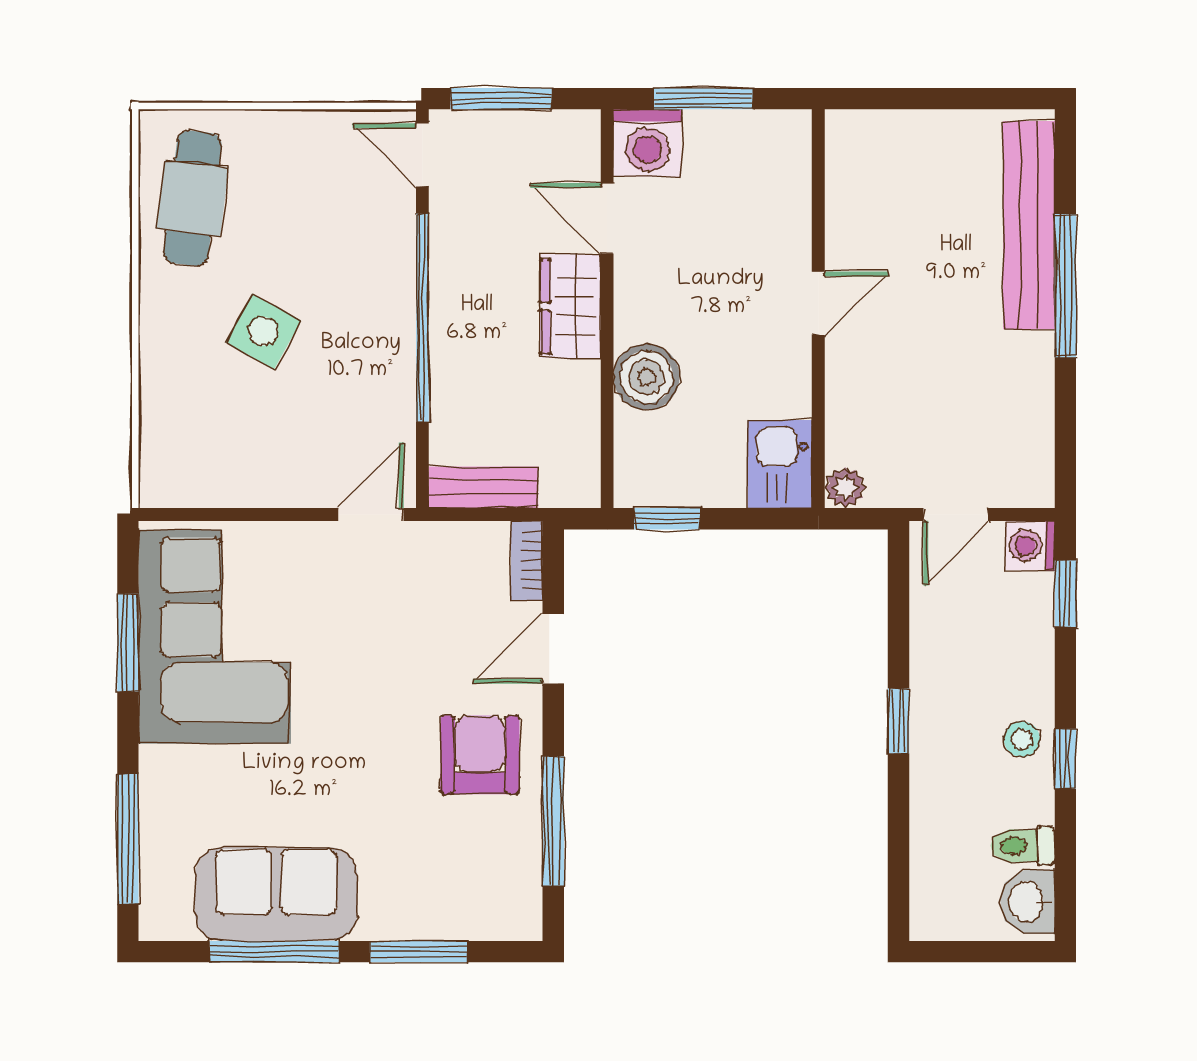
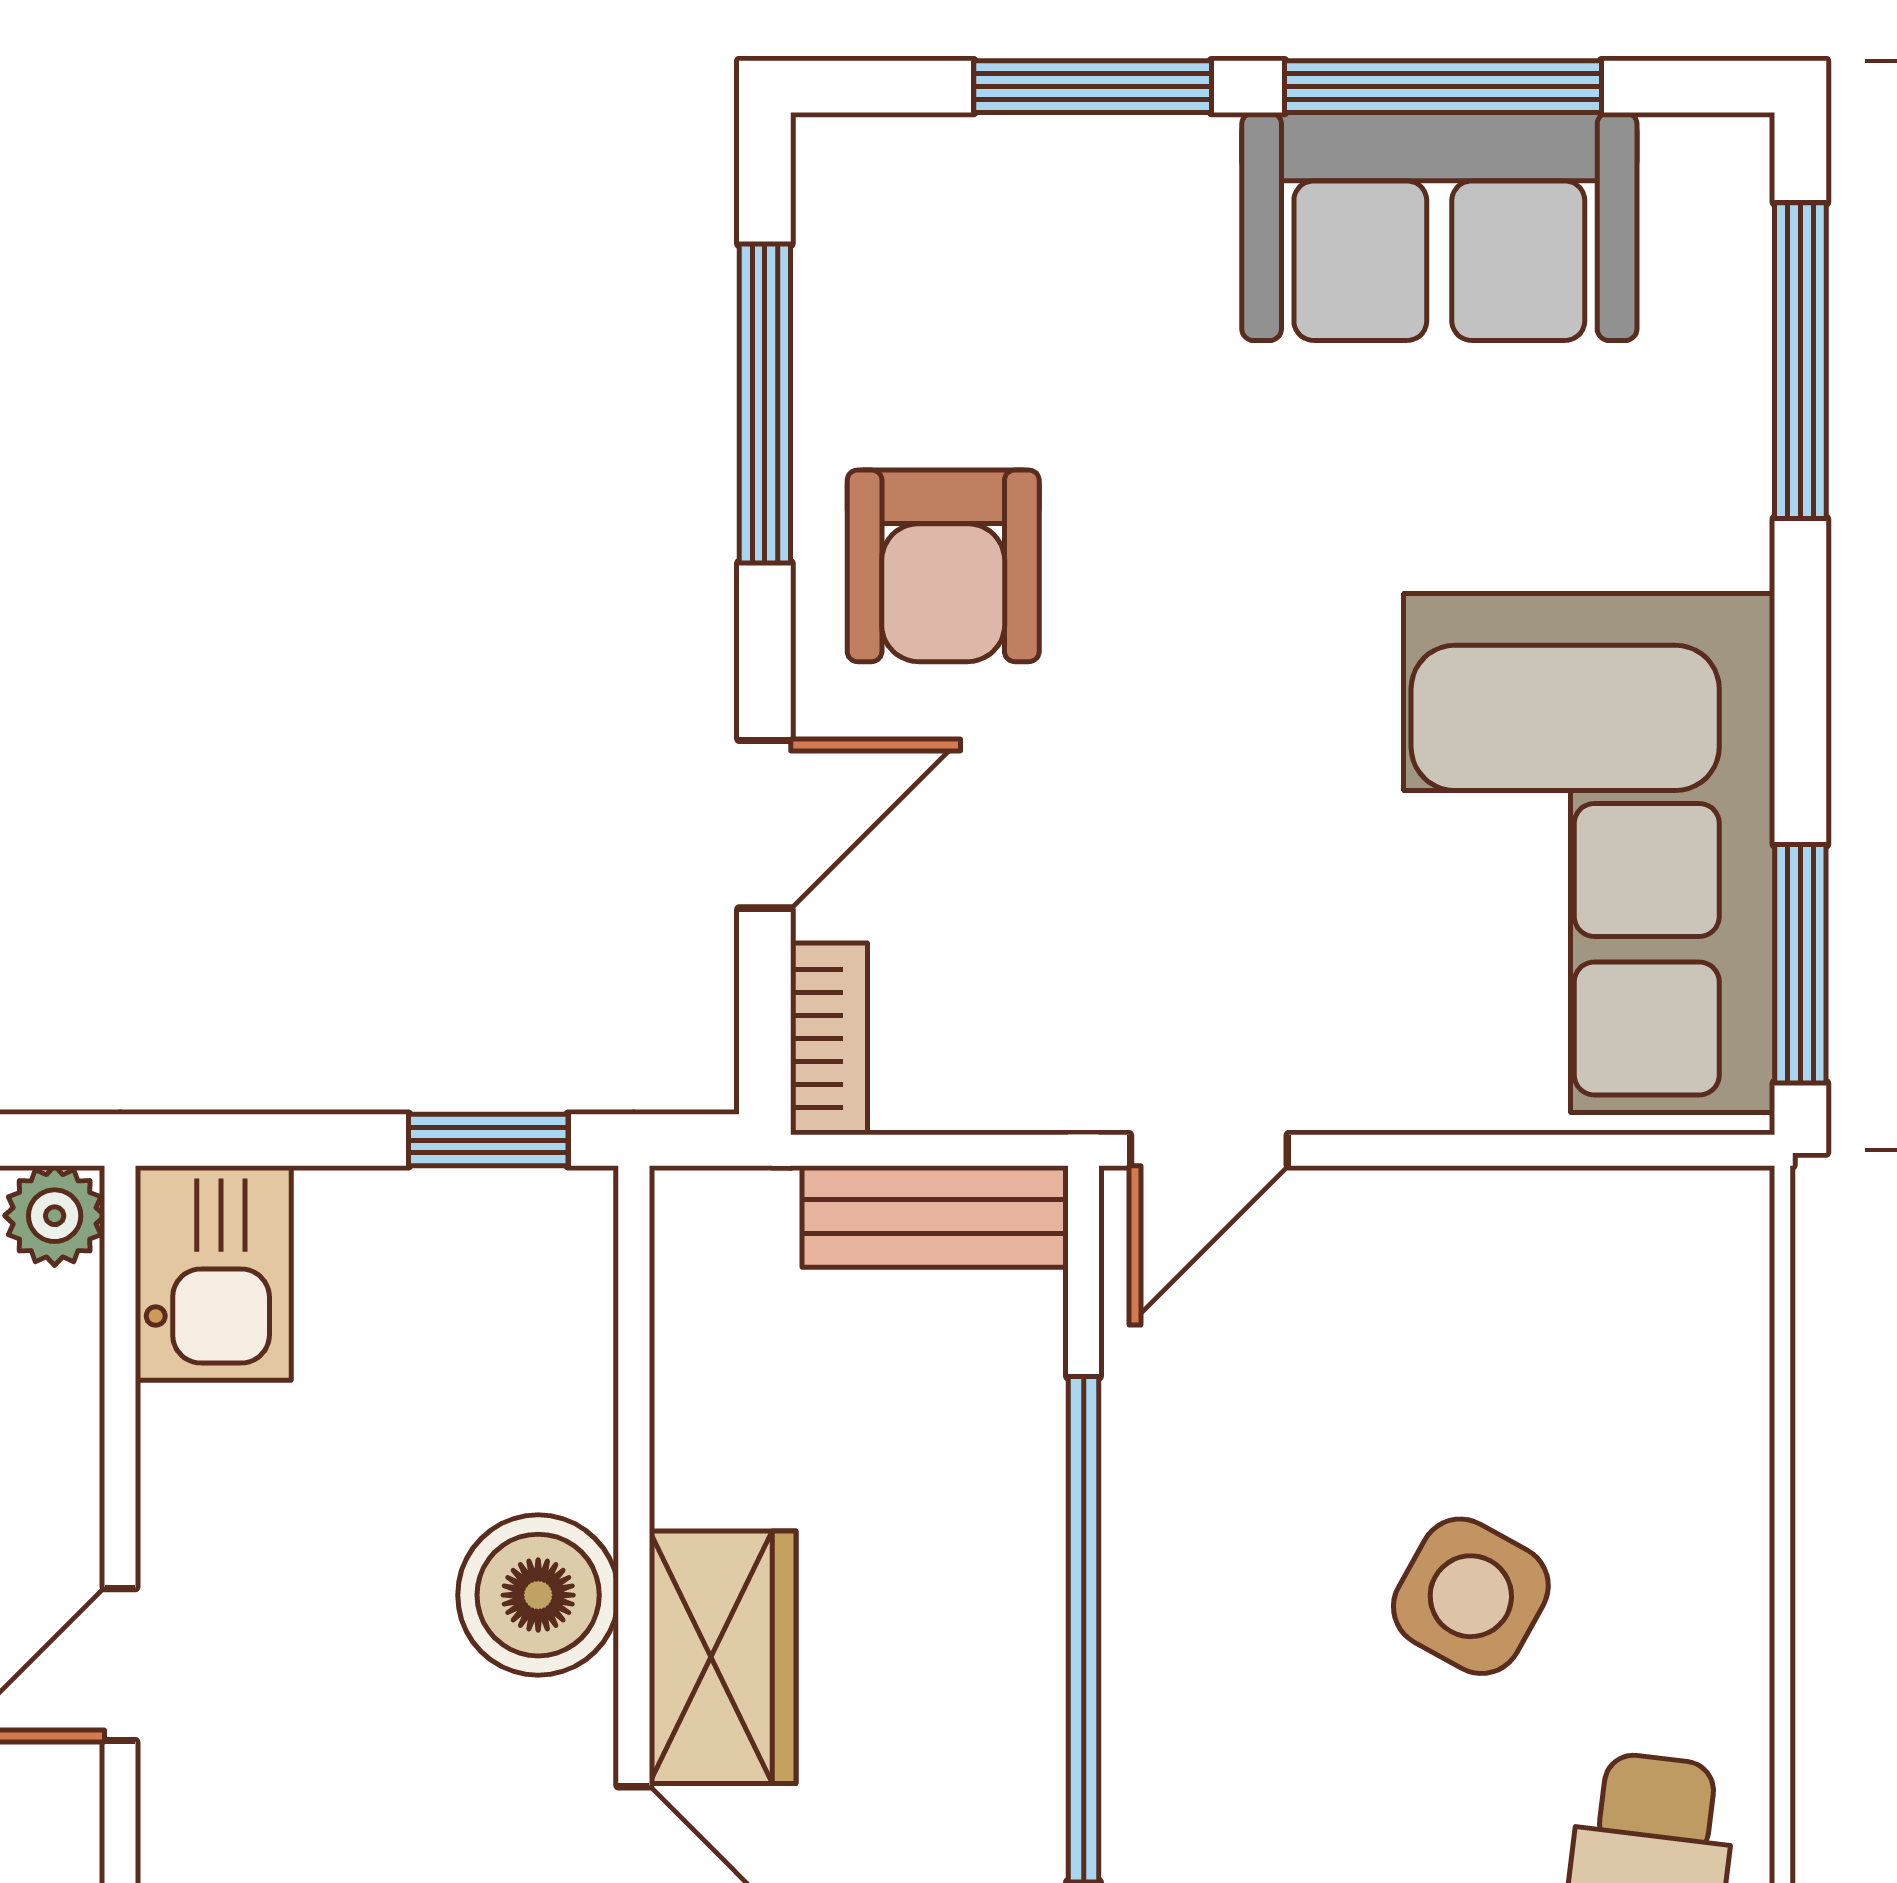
boiler: (646, 377) -> (538, 1595), moved
window: (128, 643) -> (1800, 964), moved

